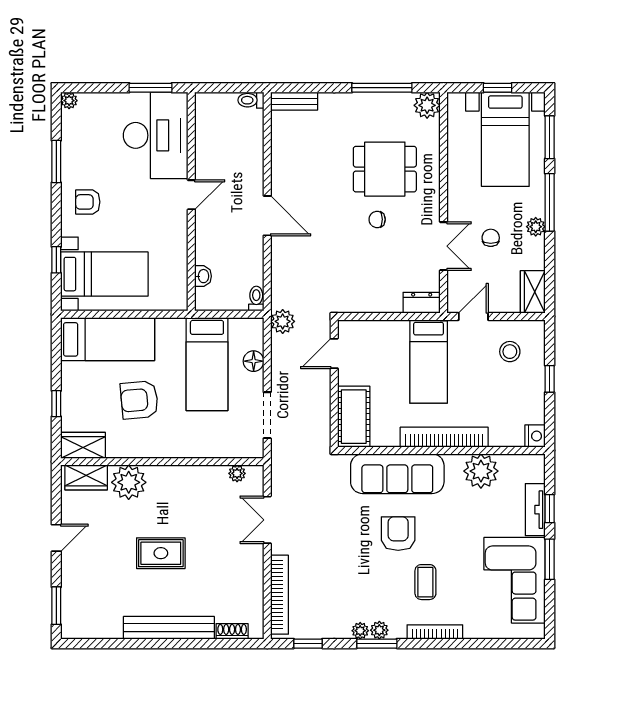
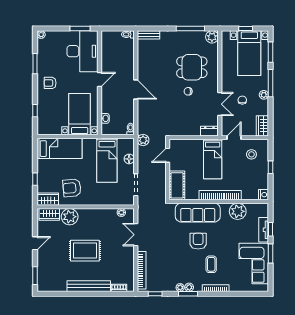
bed with nightstands: (104, 274) -> (80, 114), moved, turned -90
armchair: (139, 400) -> (72, 188), moved
rug: (161, 553) -> (85, 251), width x1.36, depth x1.43

